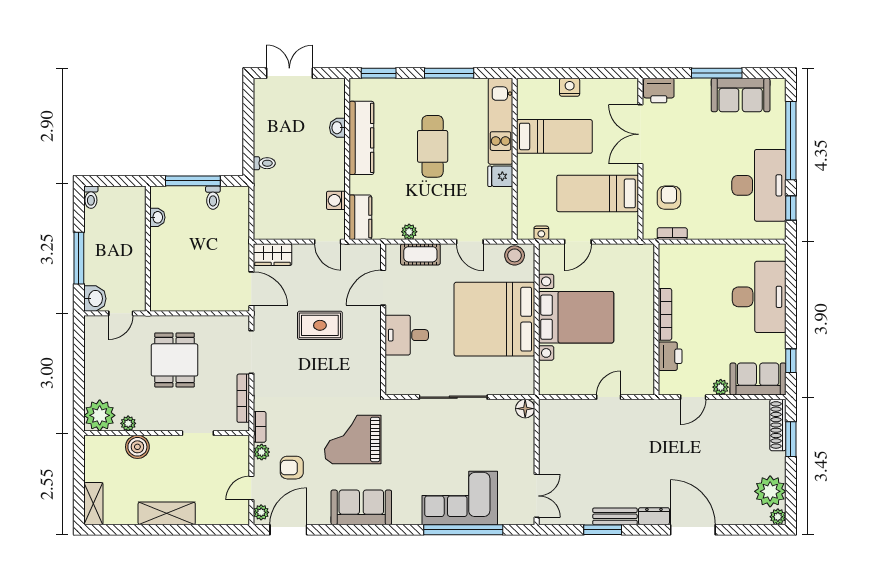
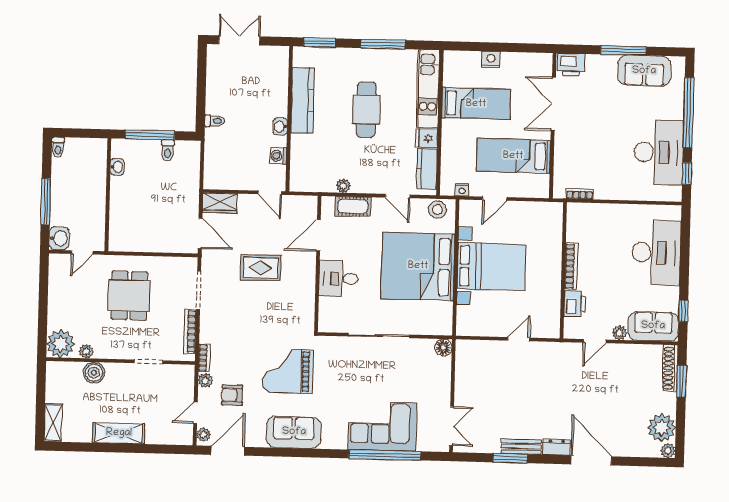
washbasin: (337, 128) -> (280, 126), moved
armchair: (669, 198) -> (578, 161), removed
kitchen counter: (360, 217) -> (427, 169), moved, turned 180

